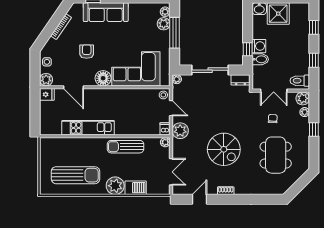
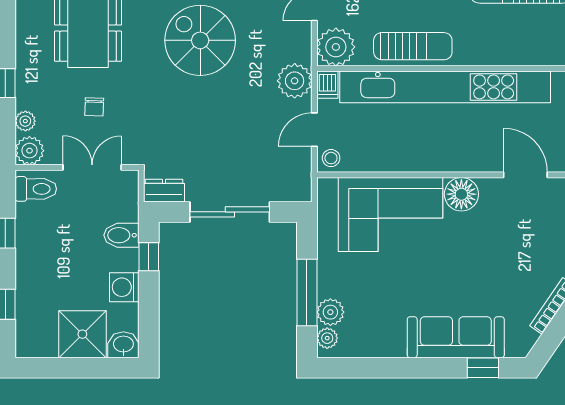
washing machine: (259, 46) -> (124, 287), moved
armchair: (87, 52) -> (497, 252), removed
plant: (177, 79) -> (302, 192), removed
door: (171, 108) -> (314, 130), hinge flipped
kitchen unit: (88, 128) -> (445, 87), width x1.86
plant: (165, 142) -> (336, 47), width x1.88, depth x1.88

